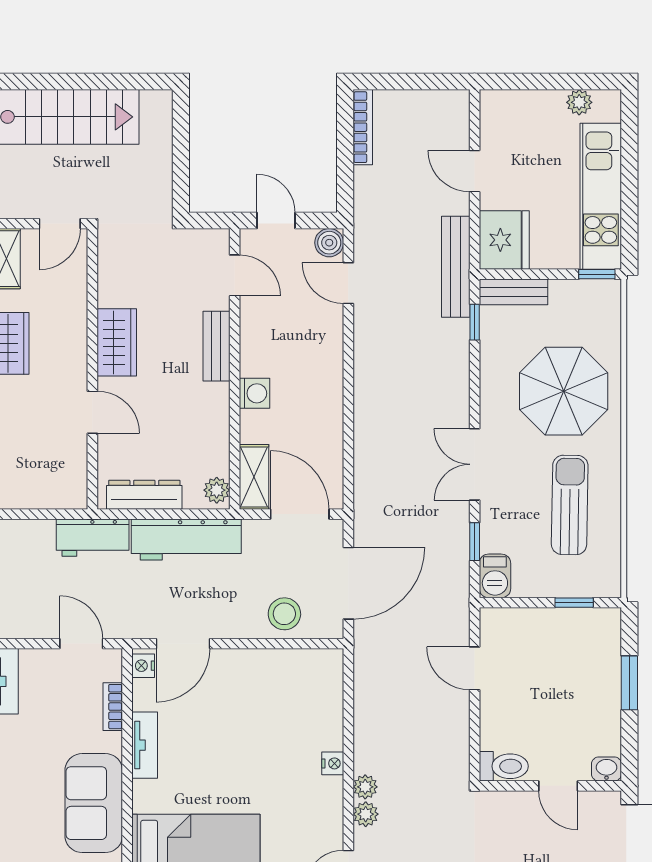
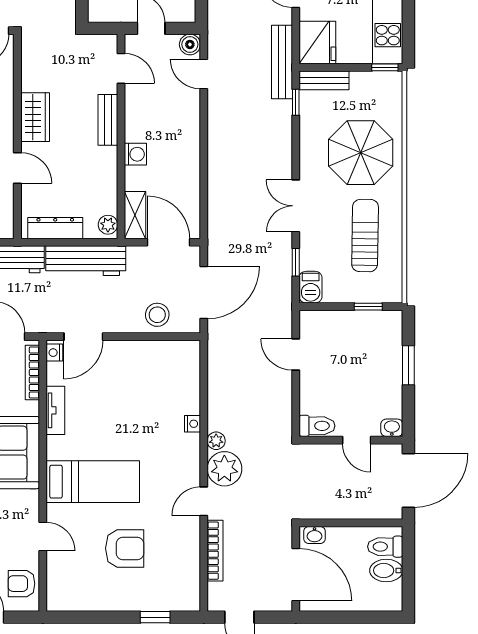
bookcase: (113, 707) -> (32, 373), width x1.56
plant: (366, 814) -> (224, 469), width x1.87, depth x1.87

